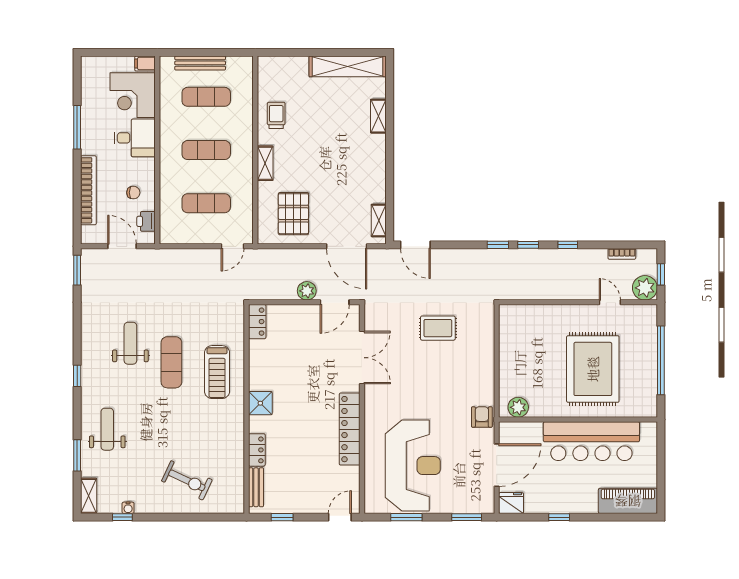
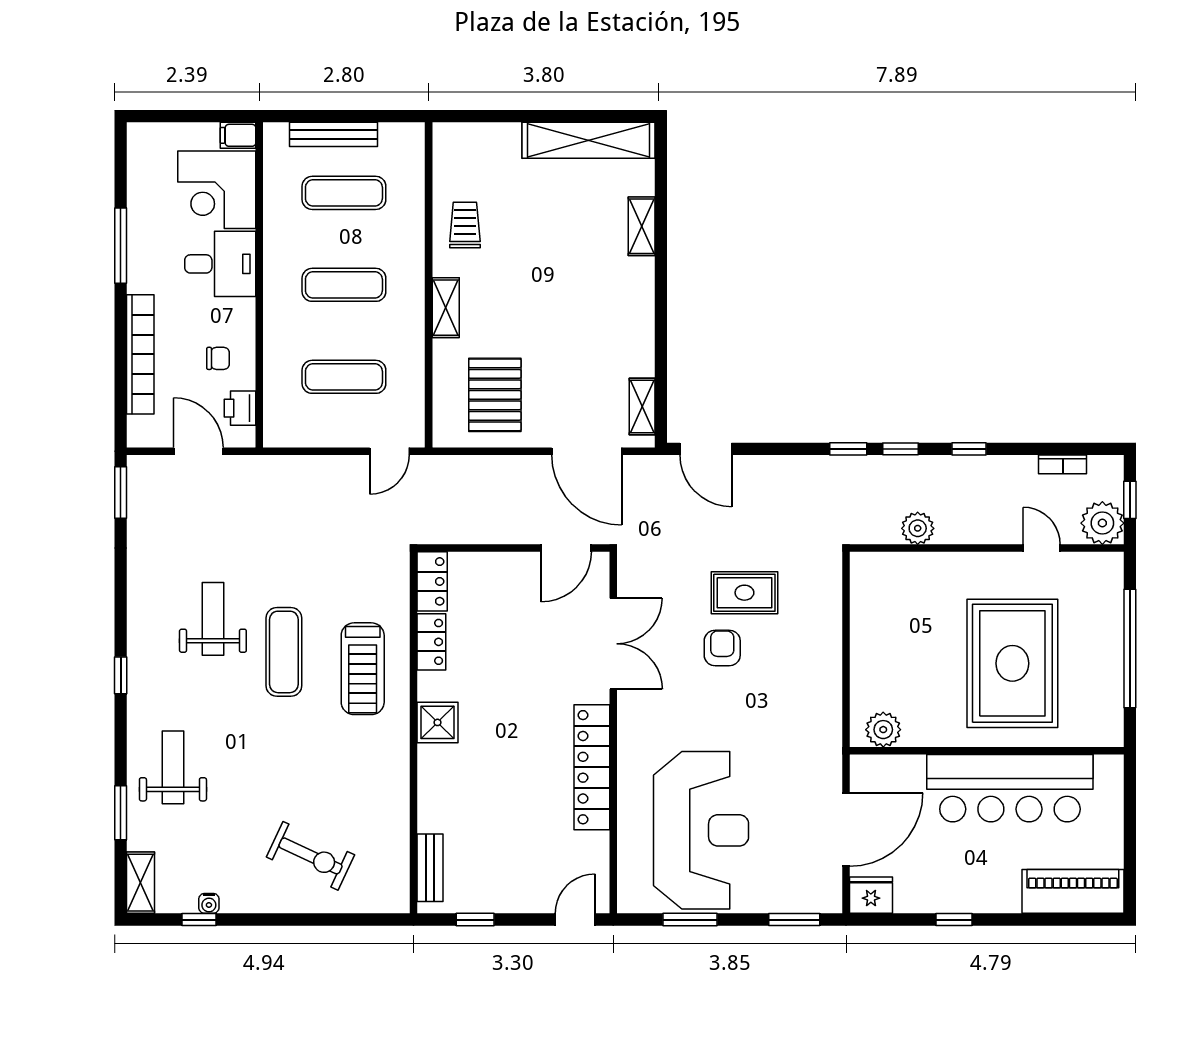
plant: (307, 291) -> (918, 528), moved
armchair: (482, 417) -> (722, 648), moved
locker: (257, 450) -> (431, 642), moved

